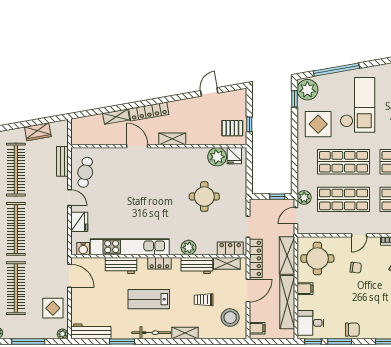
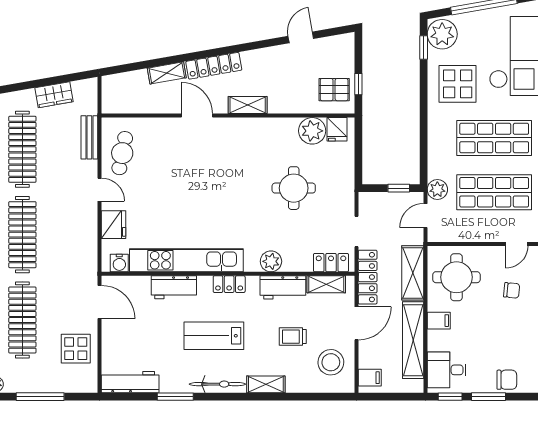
plant: (62, 334) -> (89, 386), removed

